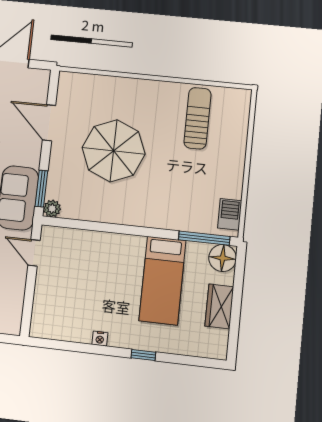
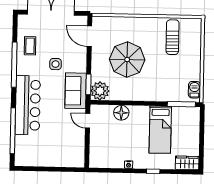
door: (49, 123) -> (89, 36), moved
plant: (52, 208) -> (100, 91), width x1.87, depth x1.87
floor lamp: (223, 258) -> (121, 113), moved
wardrobe: (219, 306) -> (187, 163), moved, turned 90

